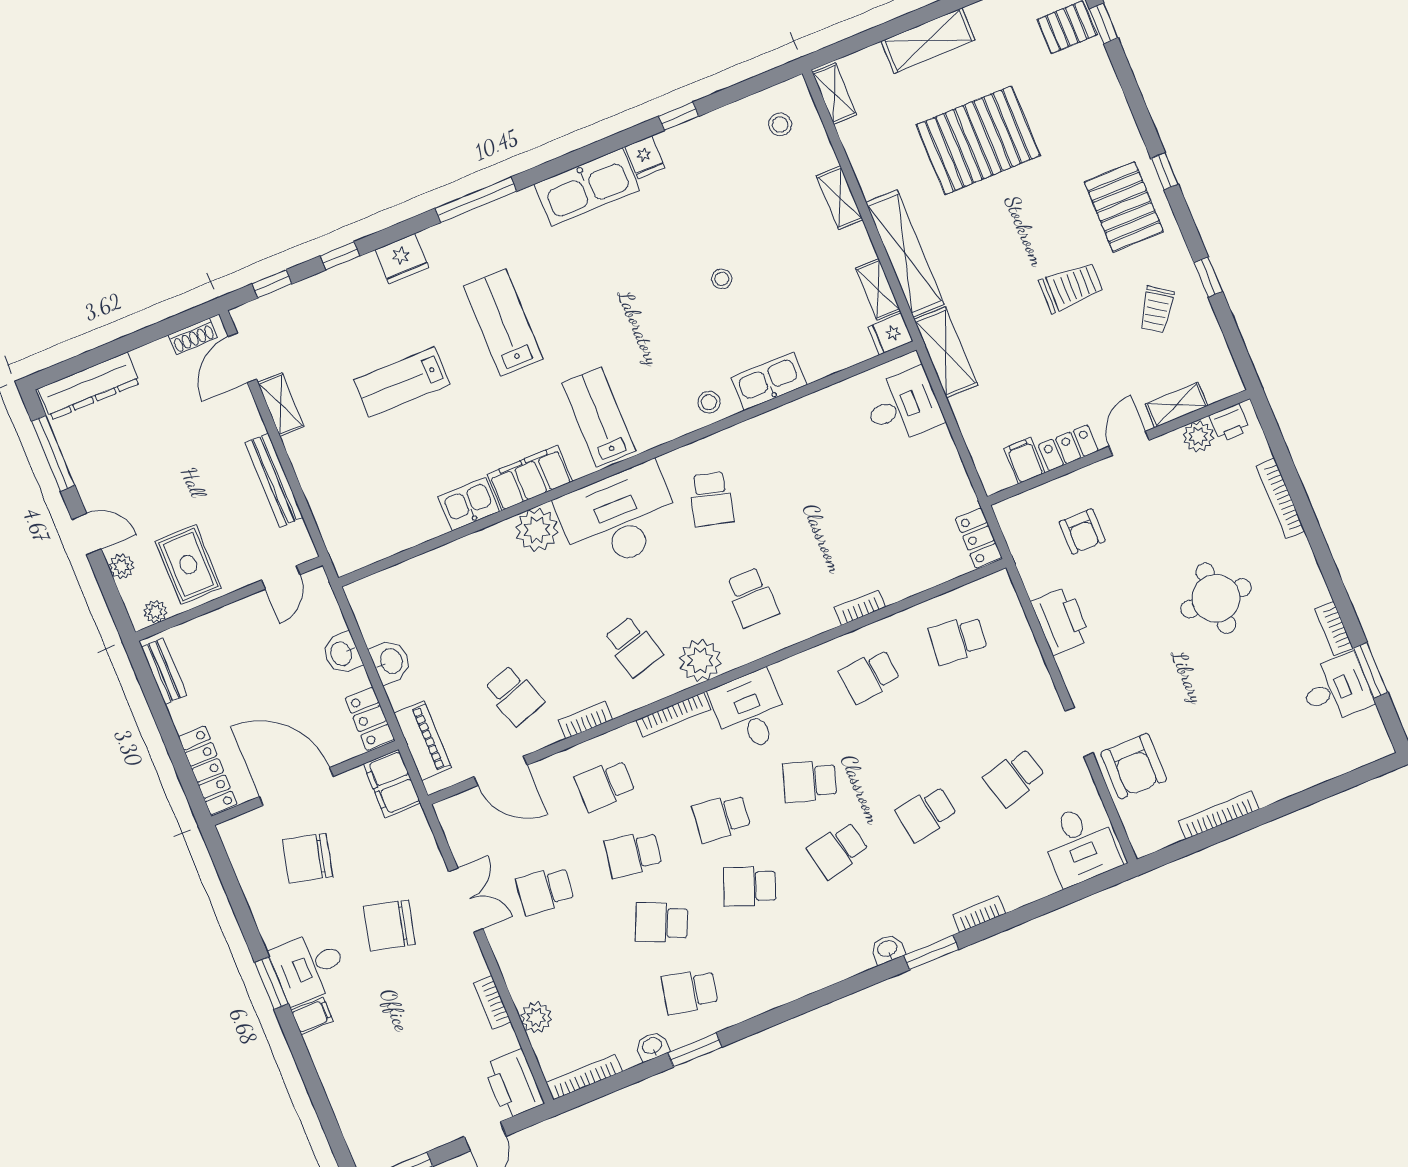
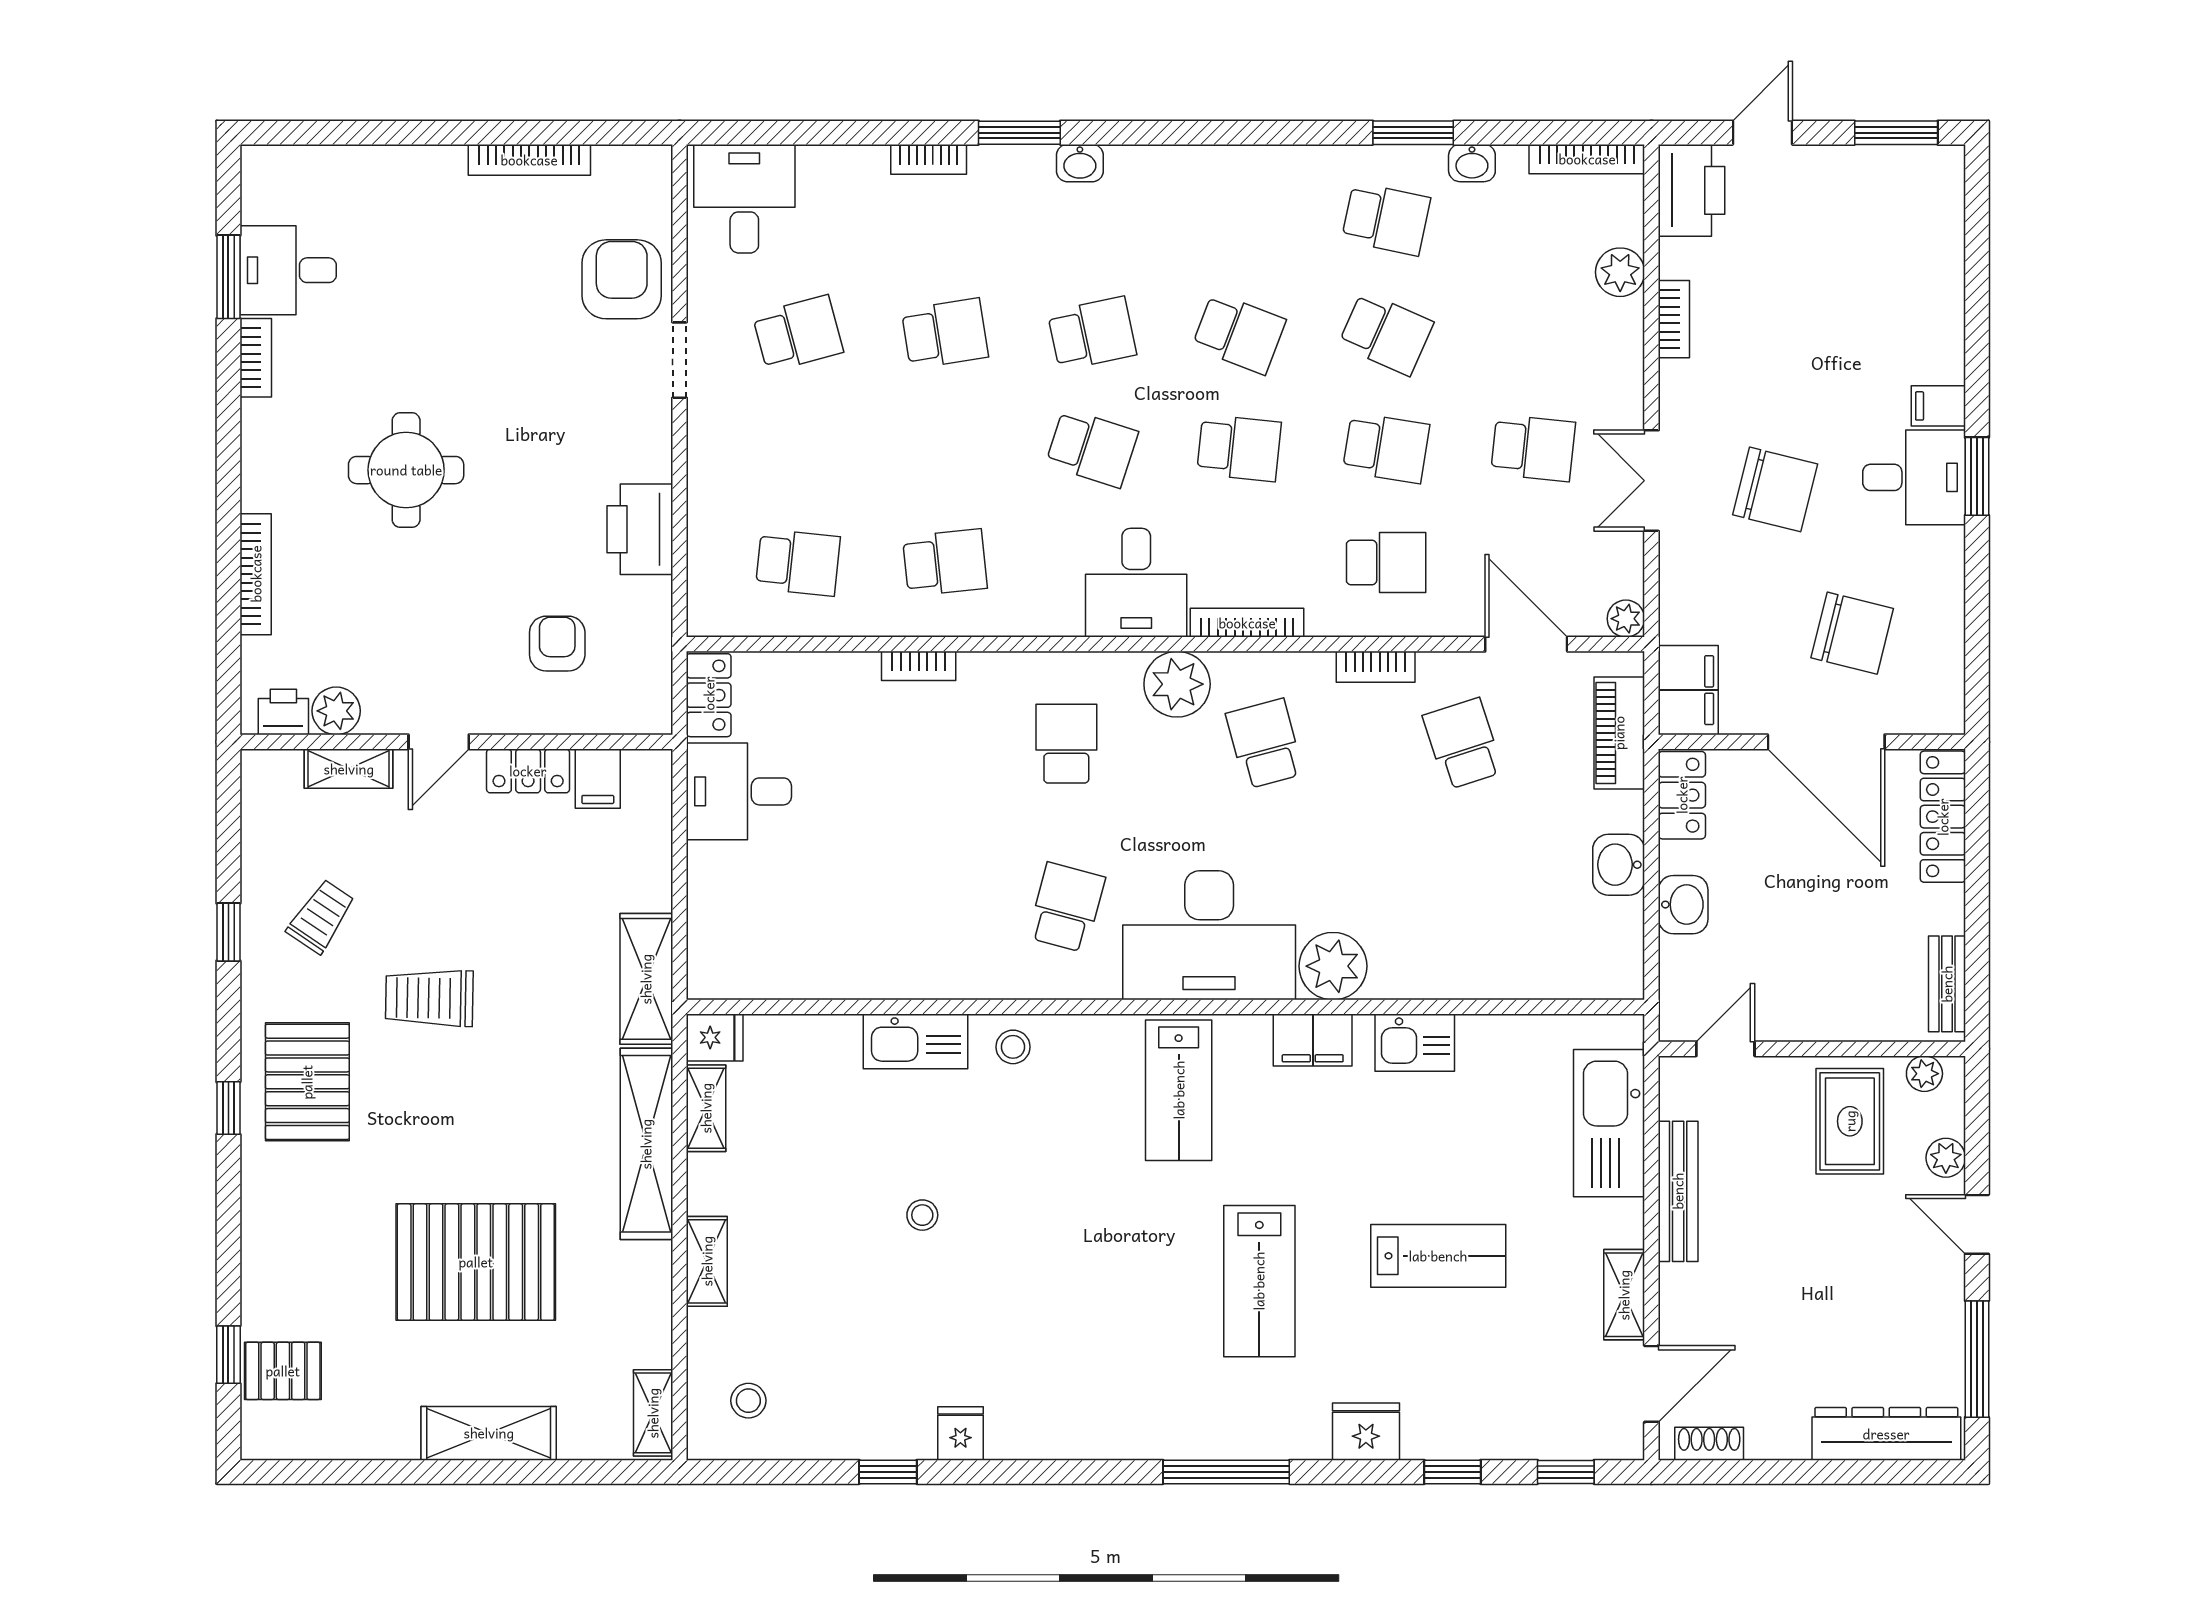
kitchen sink: (587, 187) -> (1609, 1123), moved, turned -90
desk: (903, 406) -> (739, 791), moved
filing cabinet: (530, 478) -> (1313, 1040), width x0.67, depth x0.86
plant: (447, 811) -> (1626, 619), added

